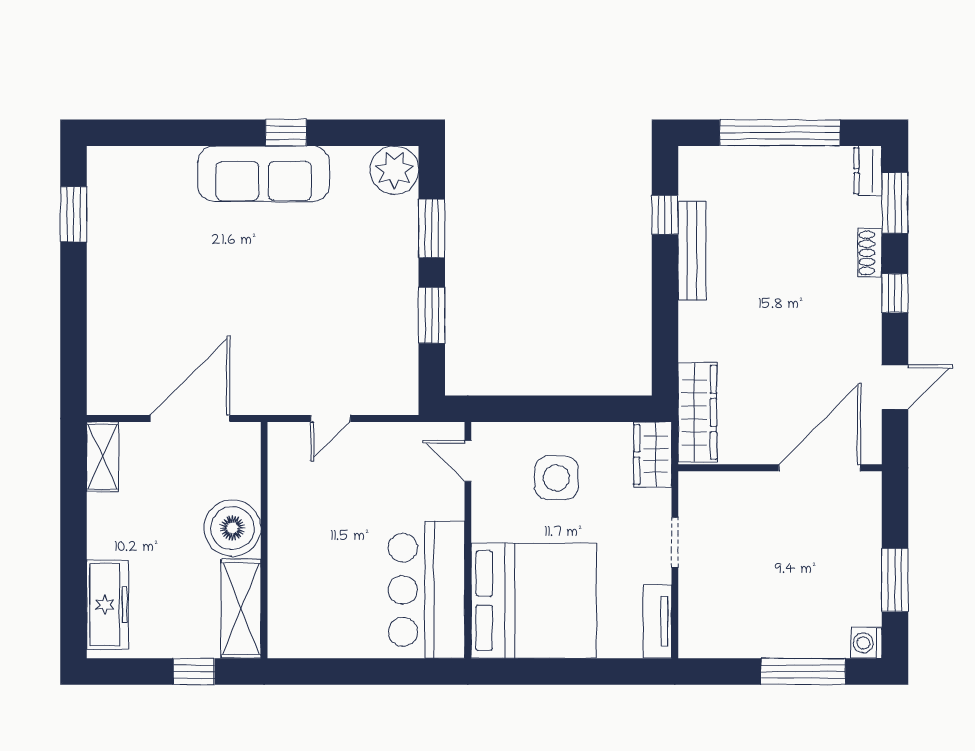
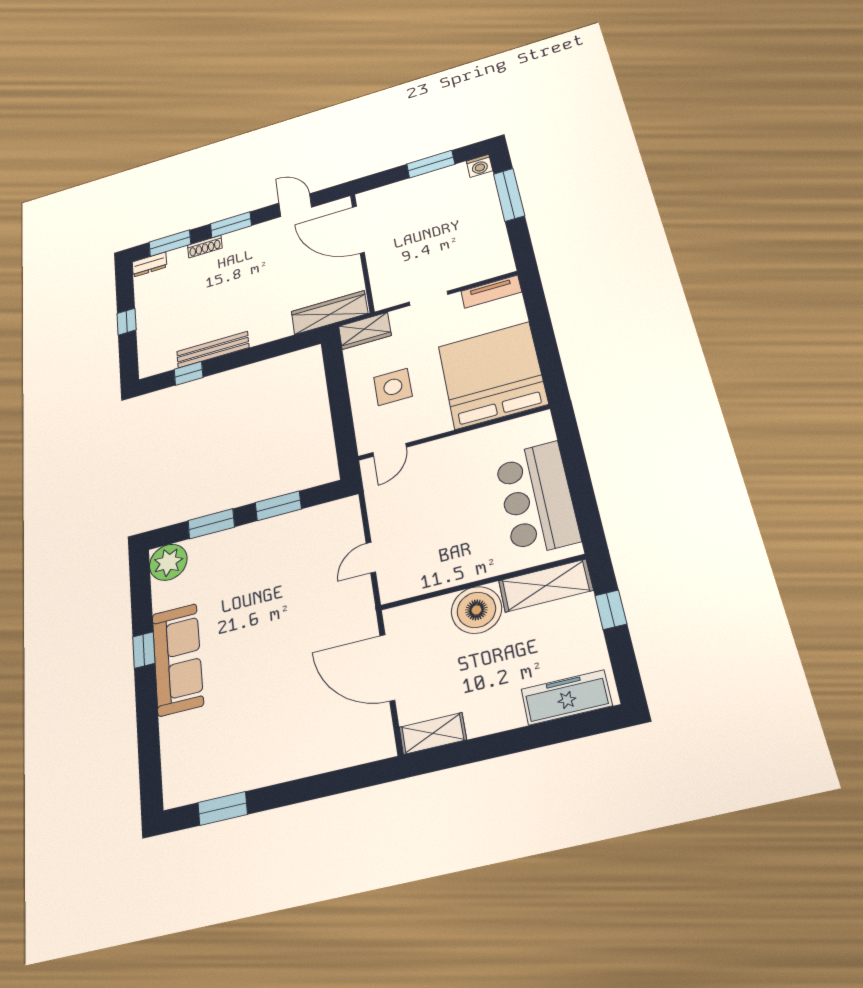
window: (780, 133) -> (127, 322), width x0.32
window: (895, 293) -> (231, 225), width x1.50
door: (330, 418) -> (371, 558), swing flipped
bar counter: (426, 590) -> (537, 498), moved, turned 90

